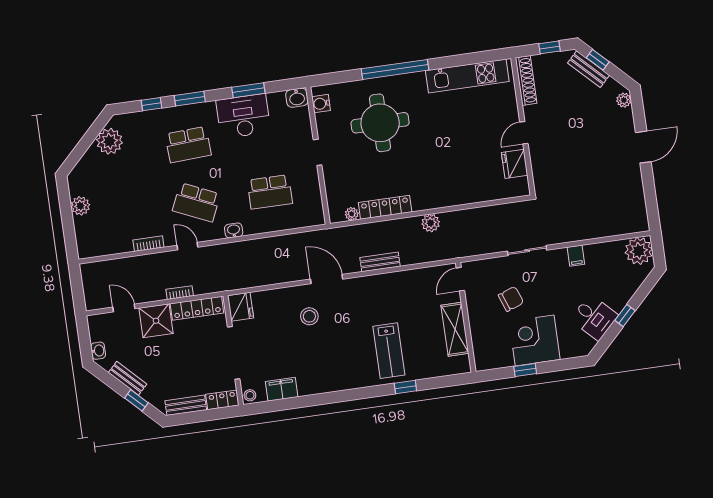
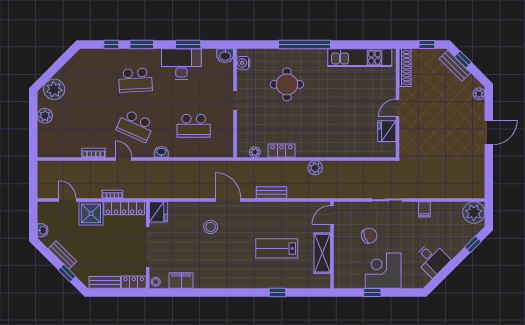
round table: (380, 123) -> (287, 84), width x0.73, depth x0.73
plant: (110, 141) -> (54, 89), moved
locker: (385, 207) -> (282, 151), width x0.66
window: (625, 315) -> (473, 244), moved
lab bench: (389, 351) -> (277, 248), moved, turned 90

